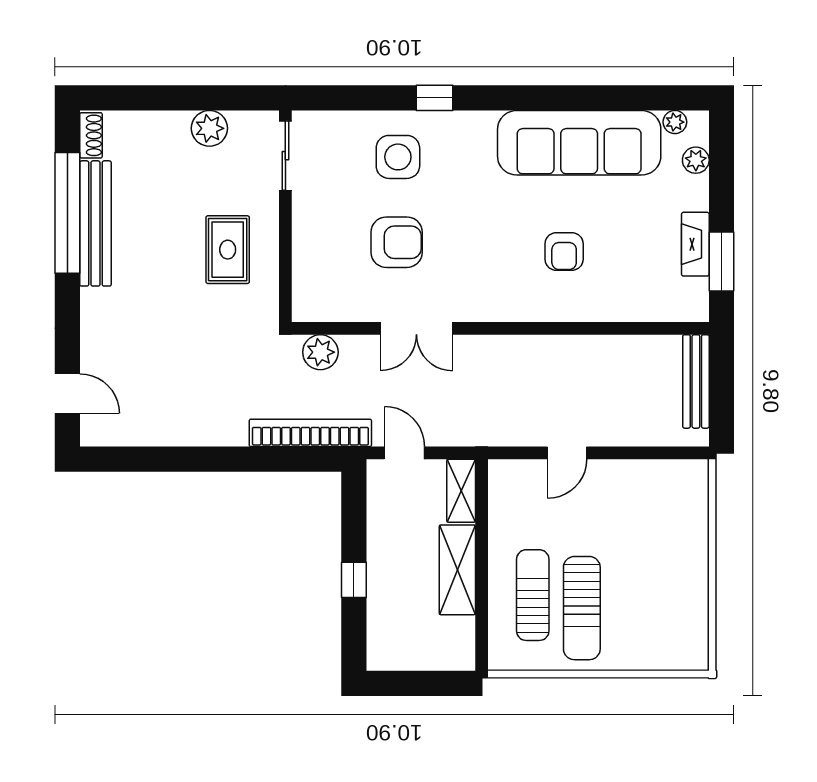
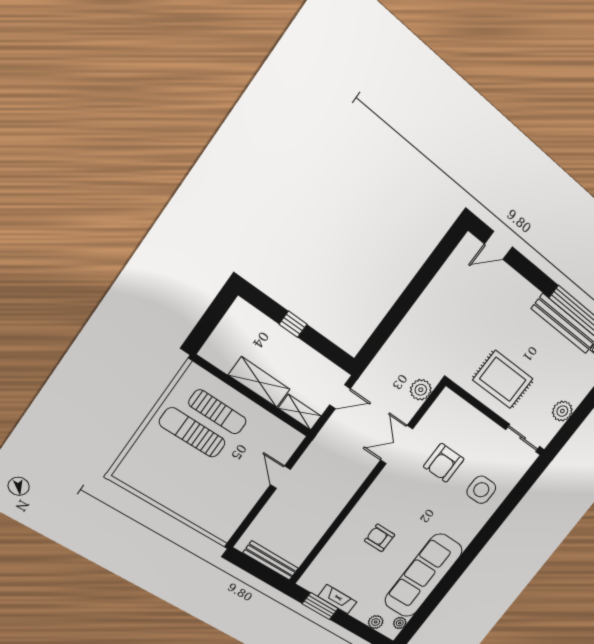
window: (435, 98) -> (494, 524), removed
rug: (228, 250) -> (503, 379), width x1.36, depth x1.43
bookcase: (310, 433) -> (385, 356), removed

